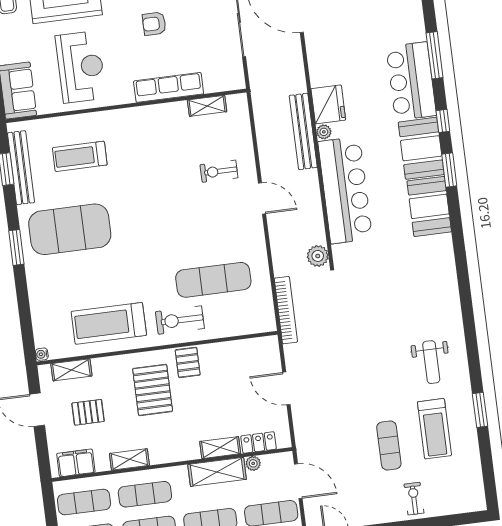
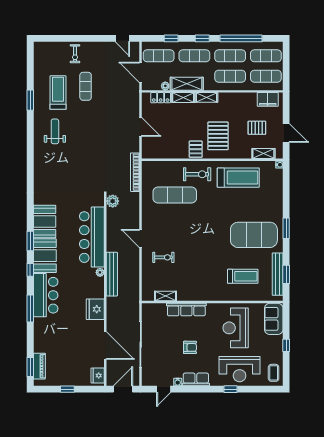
fridge: (328, 104) -> (95, 309), moved
shelving: (129, 459) -> (206, 97), moved

